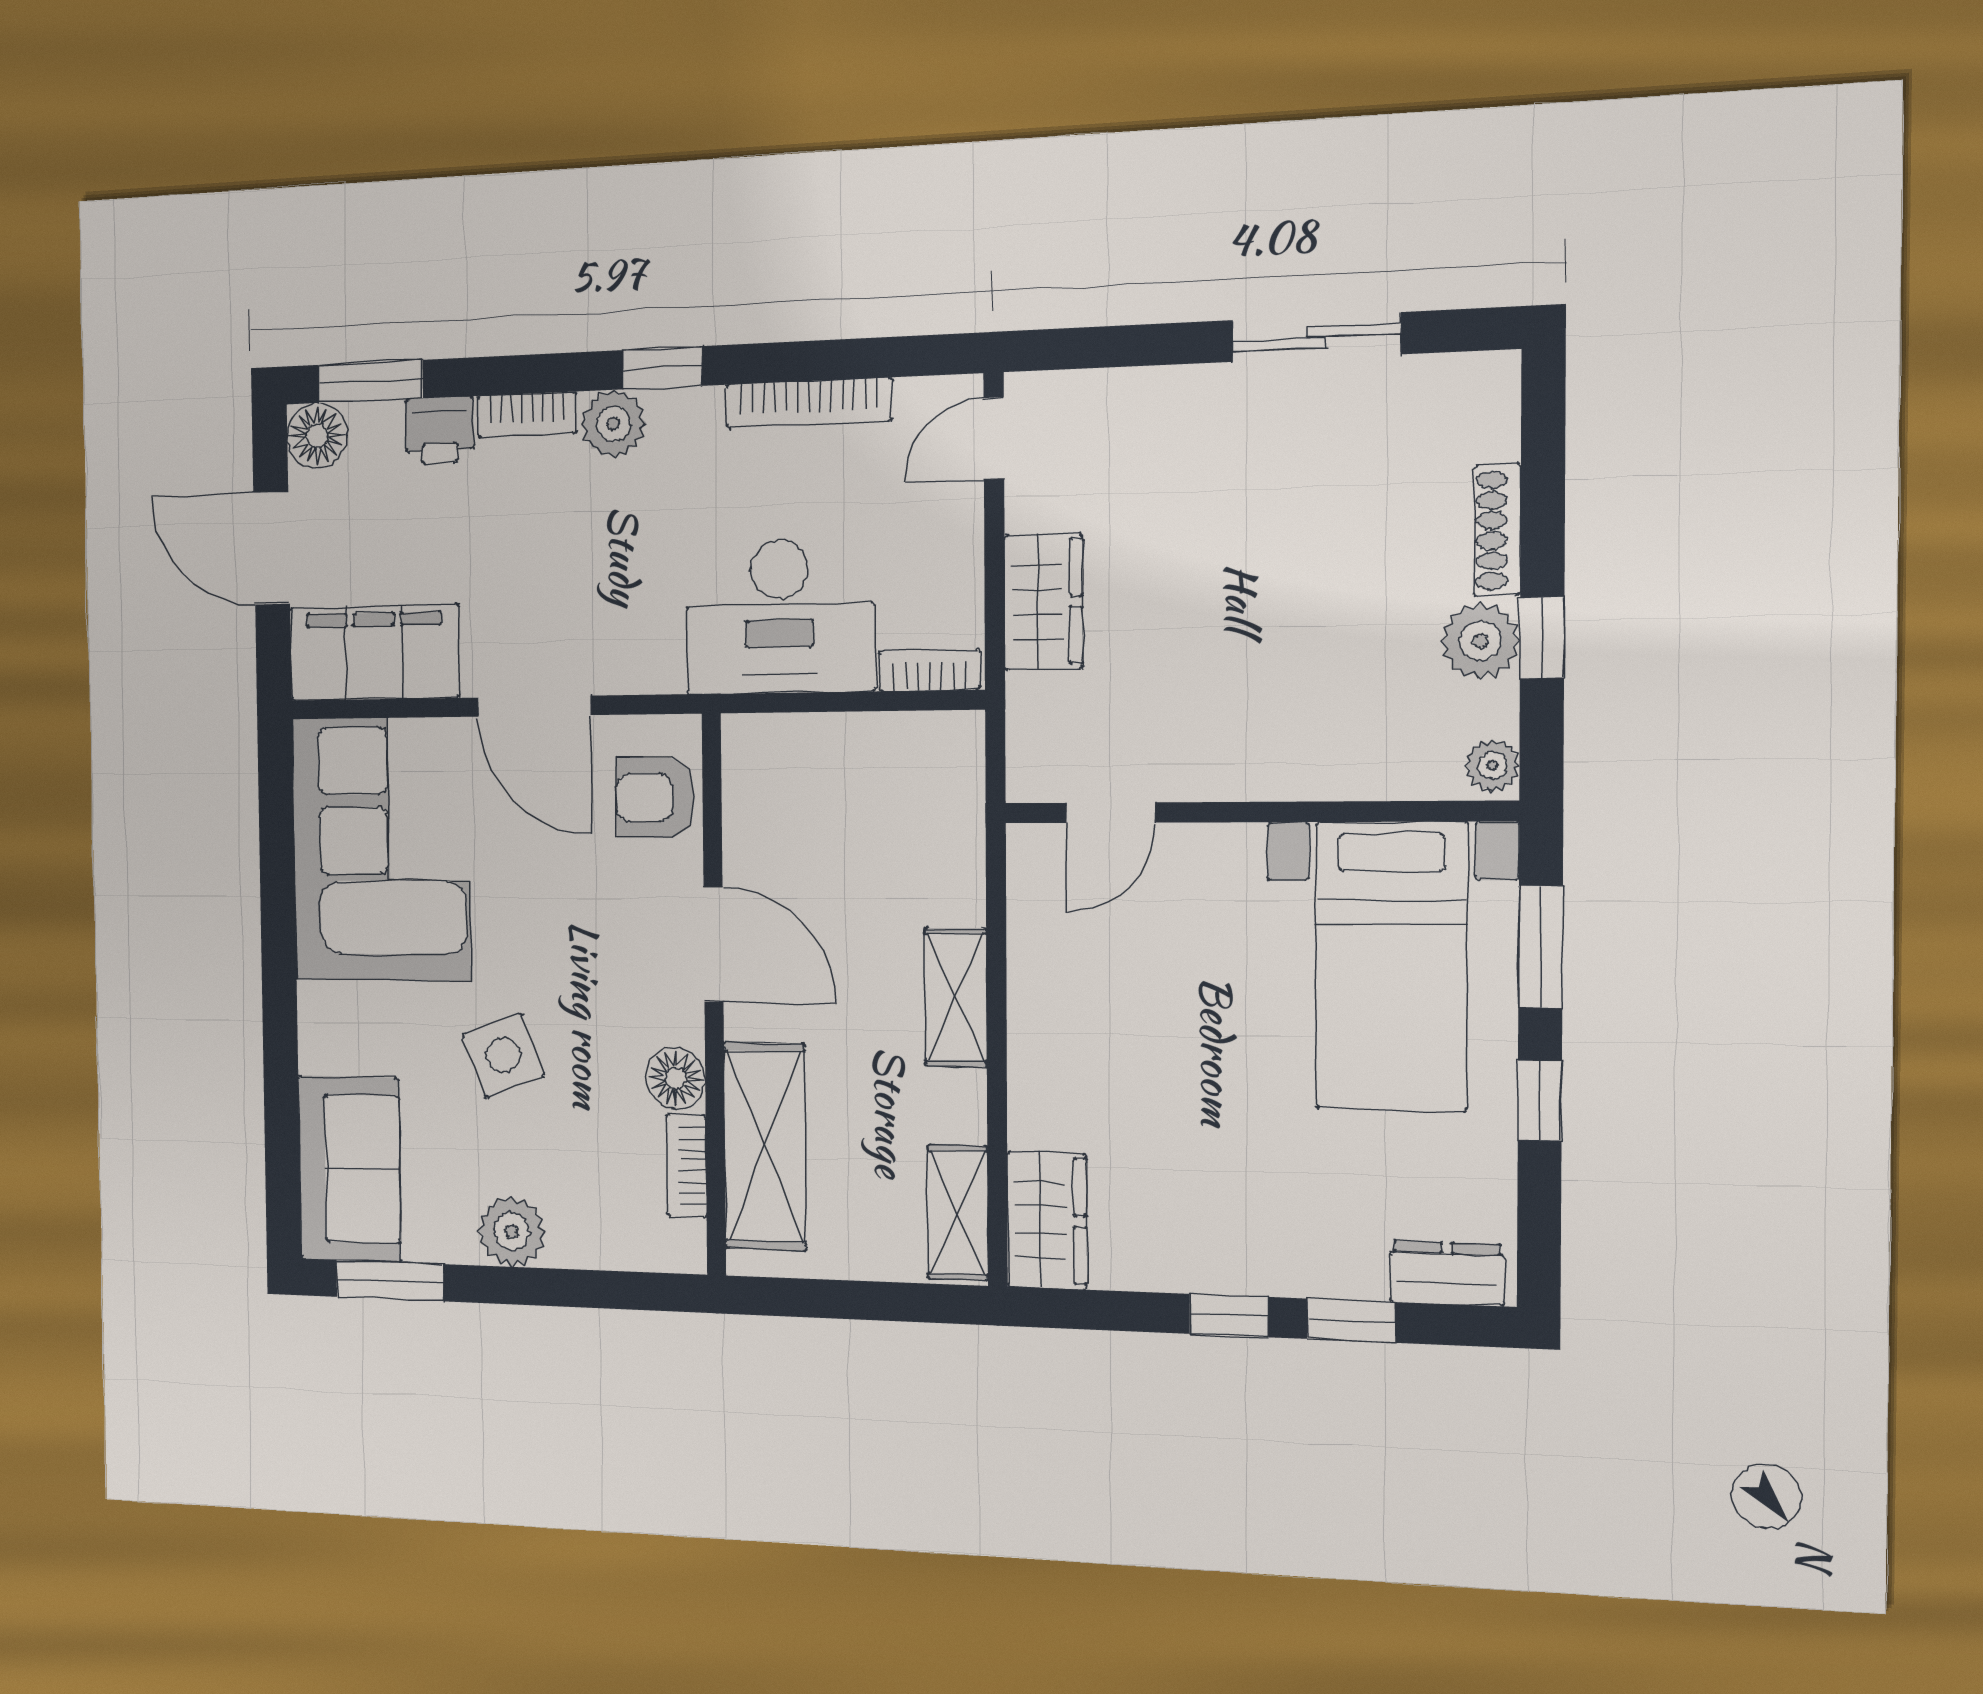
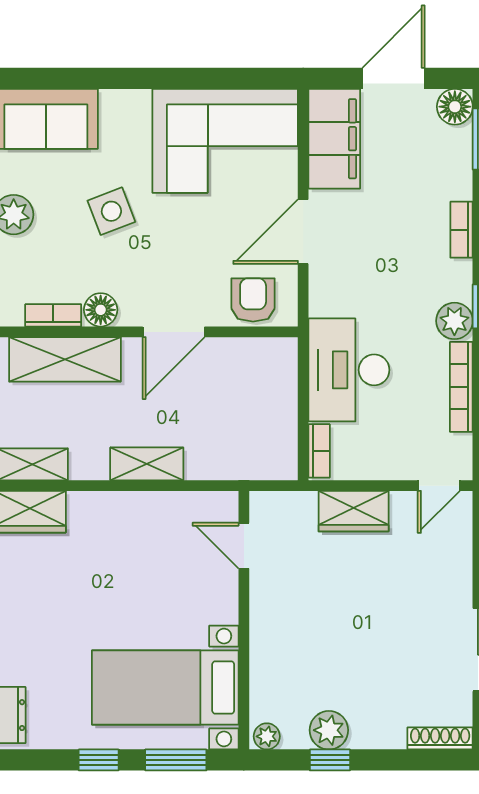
plant: (613, 424) -> (454, 321), moved
printer: (440, 431) -> (455, 179), removed
door: (994, 438) -> (439, 486), swing flipped
shoe rack: (1498, 530) -> (440, 738), moved

